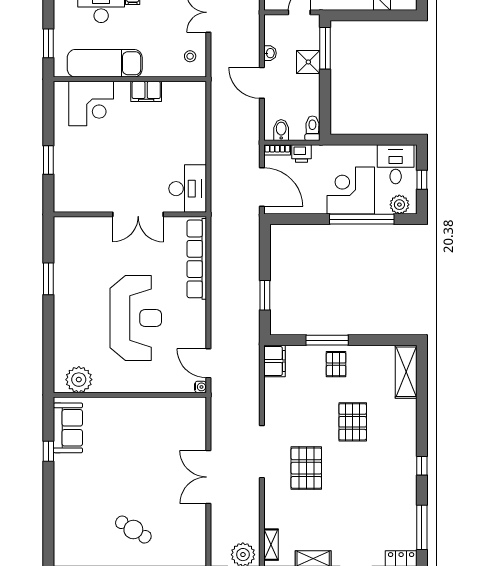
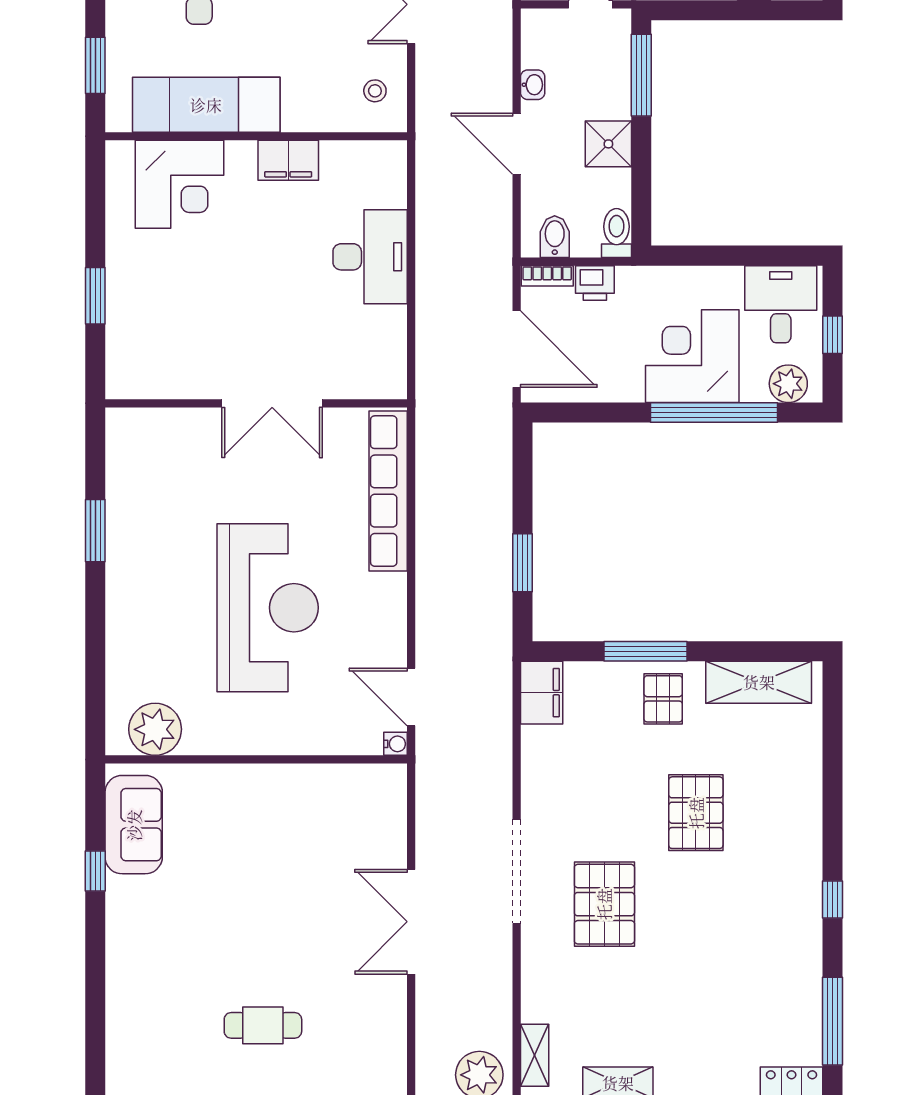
shower: (308, 62) -> (608, 144), moved
desk: (188, 189) -> (370, 257), moved
shelving: (406, 372) -> (759, 682), moved, turned 90
cafe table: (133, 530) -> (263, 1025), turned -32

